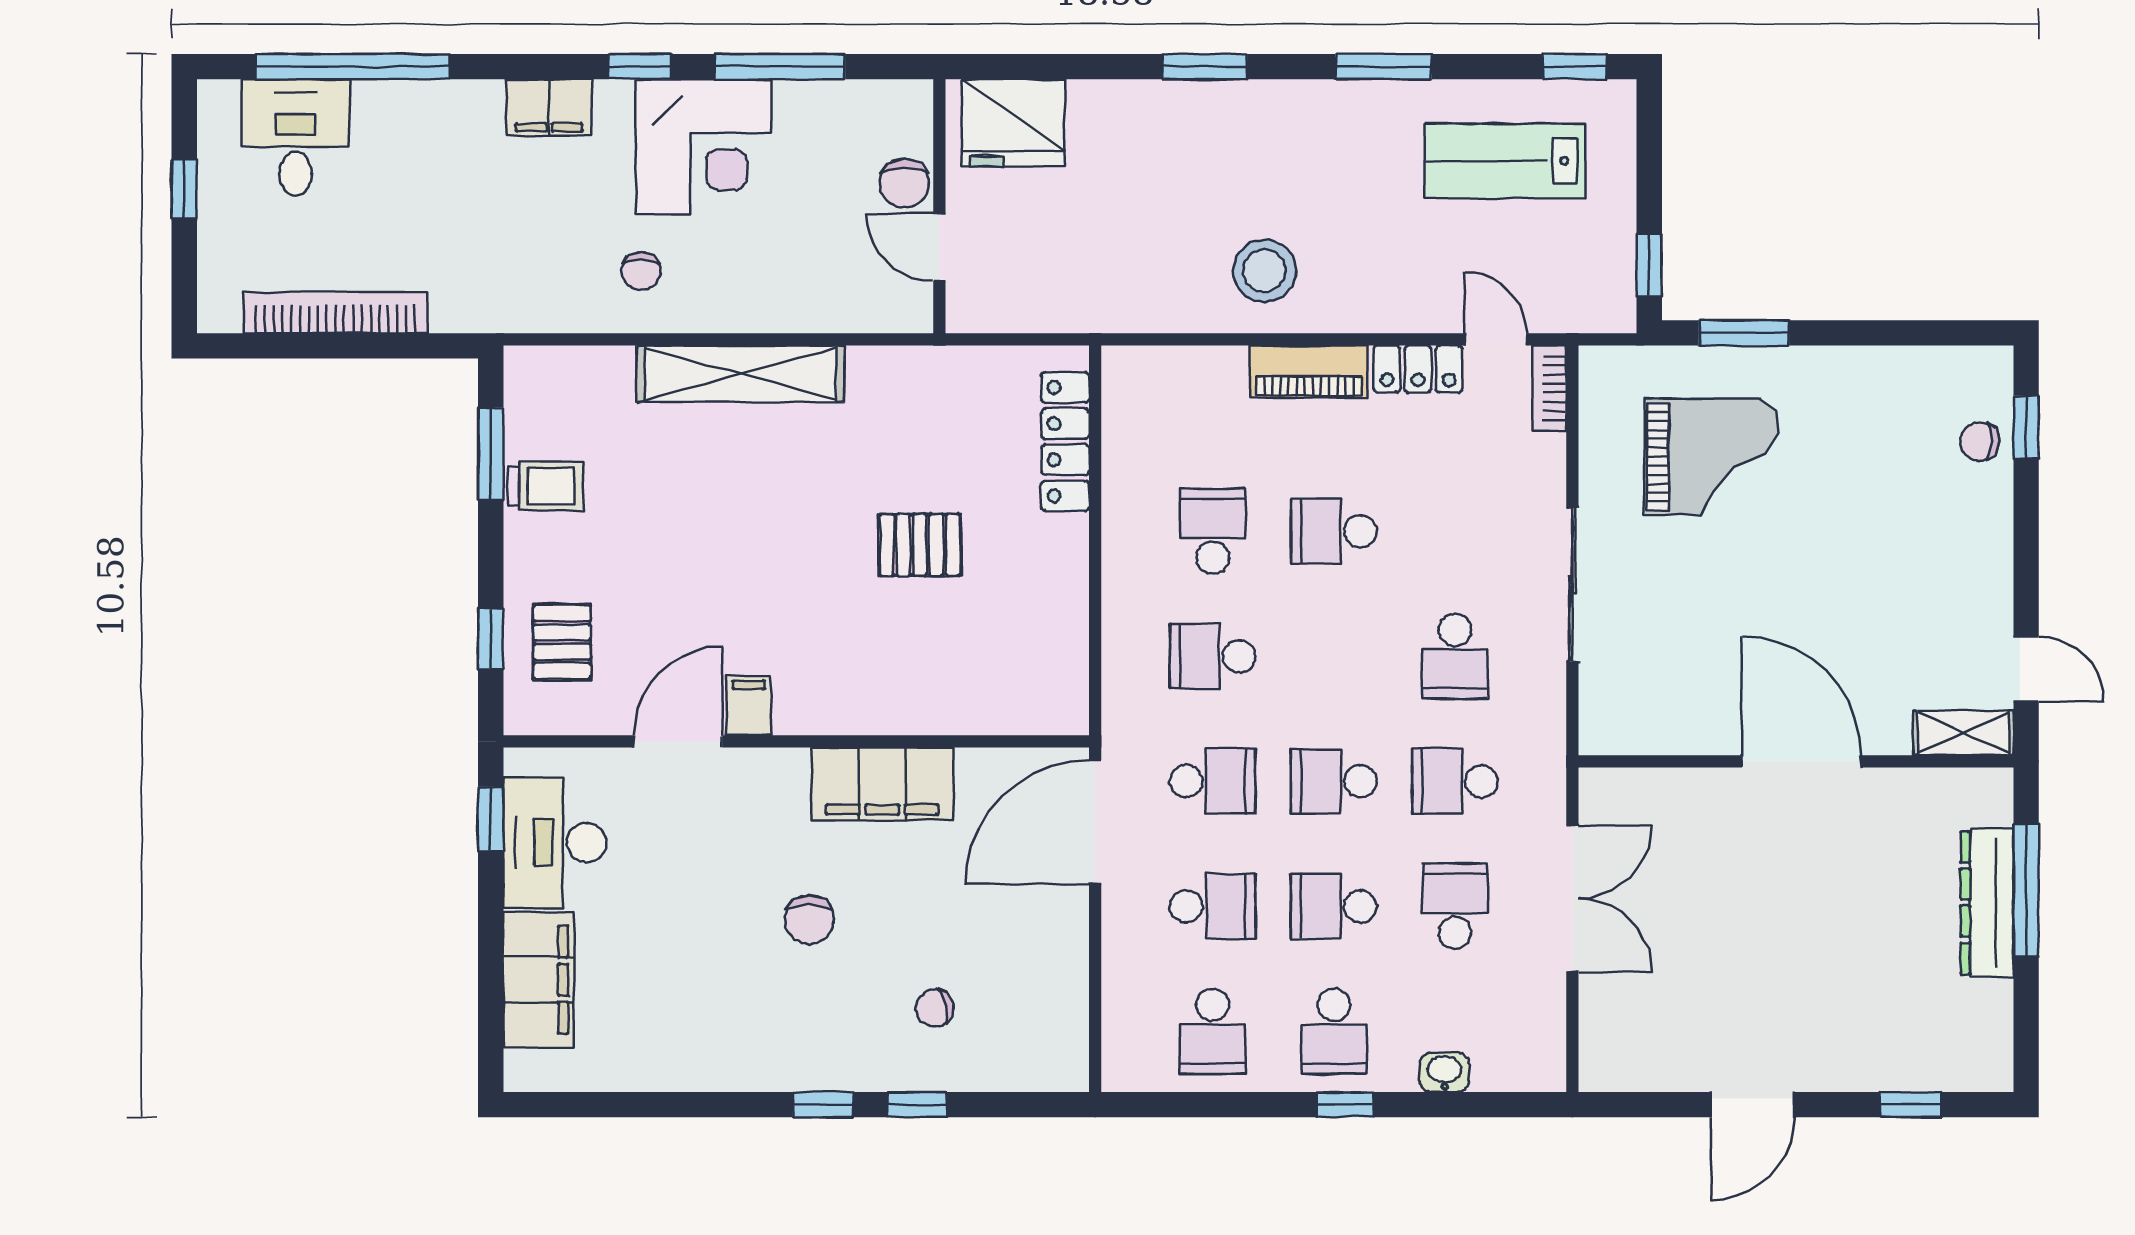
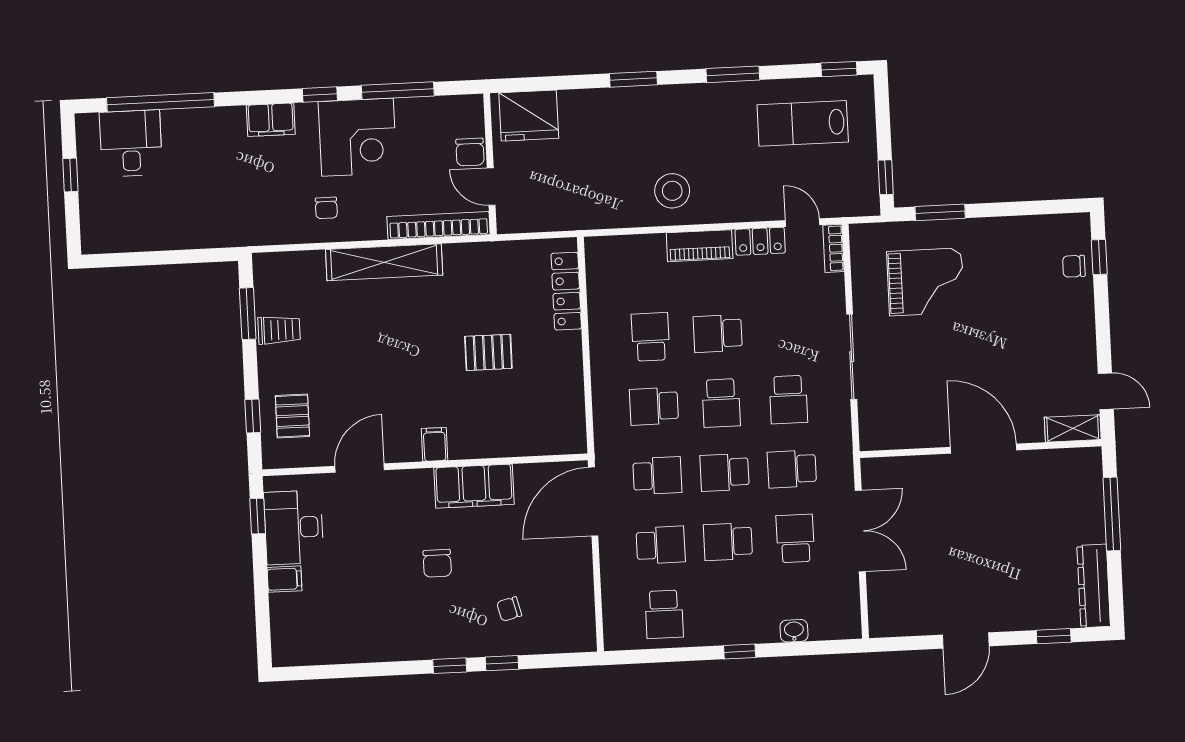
bookcase: (335, 313) -> (439, 226), moved
filing cabinet: (749, 706) -> (435, 444), moved
dresser: (1987, 903) -> (1094, 586), moved
filing cabinet: (538, 980) -> (284, 579), width x0.33, depth x0.86
school desk: (1334, 1031) -> (721, 403), moved

